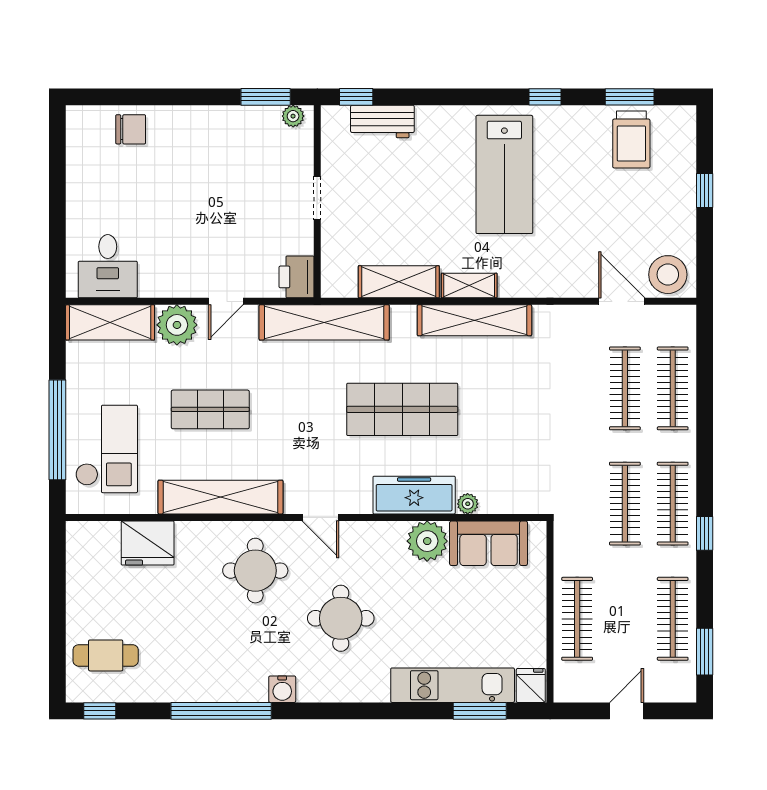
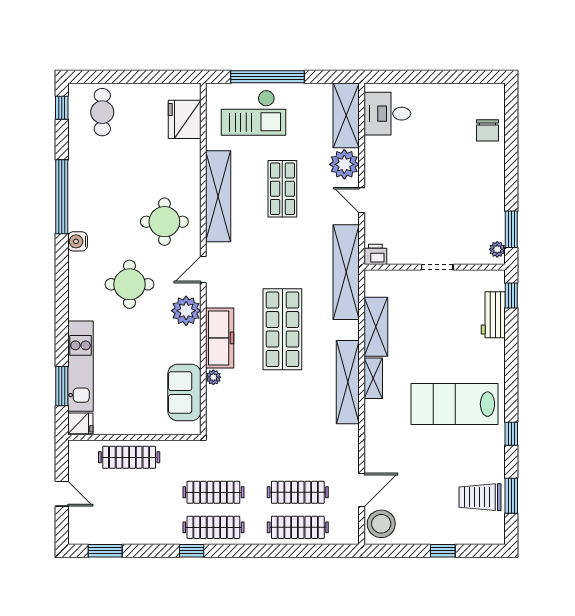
printer: (297, 277) -> (375, 254), width x0.73, depth x0.81
plant: (427, 541) -> (186, 311), moved
fridge: (148, 543) -> (185, 119), moved
clothes rail: (673, 619) -> (129, 527), removed

